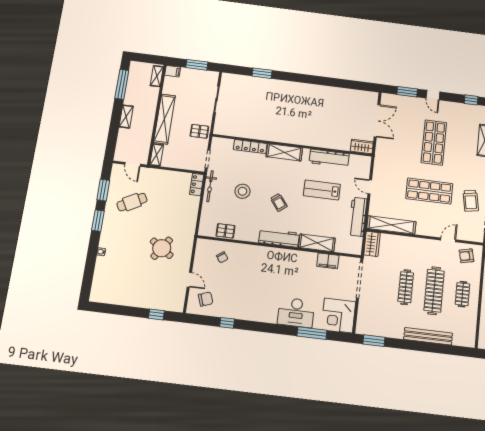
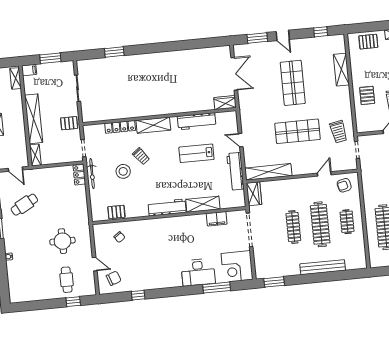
trolley: (279, 202) -> (141, 156), moved
round table: (162, 248) -> (62, 241), turned -34
cafe table: (155, 290) -> (67, 280), added

